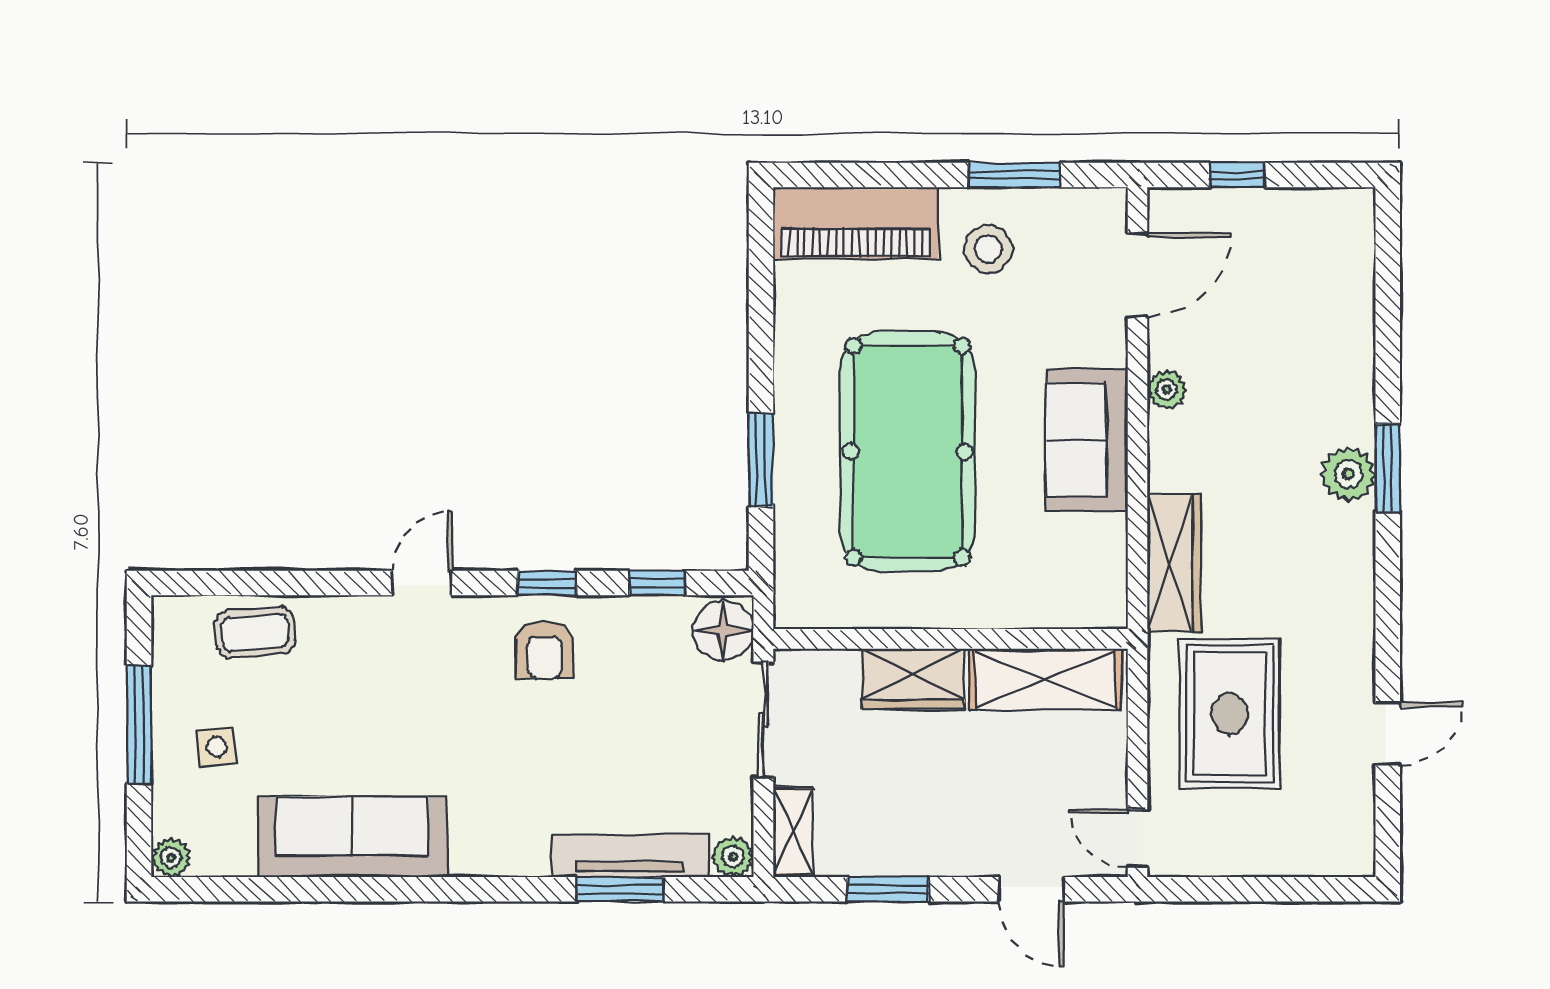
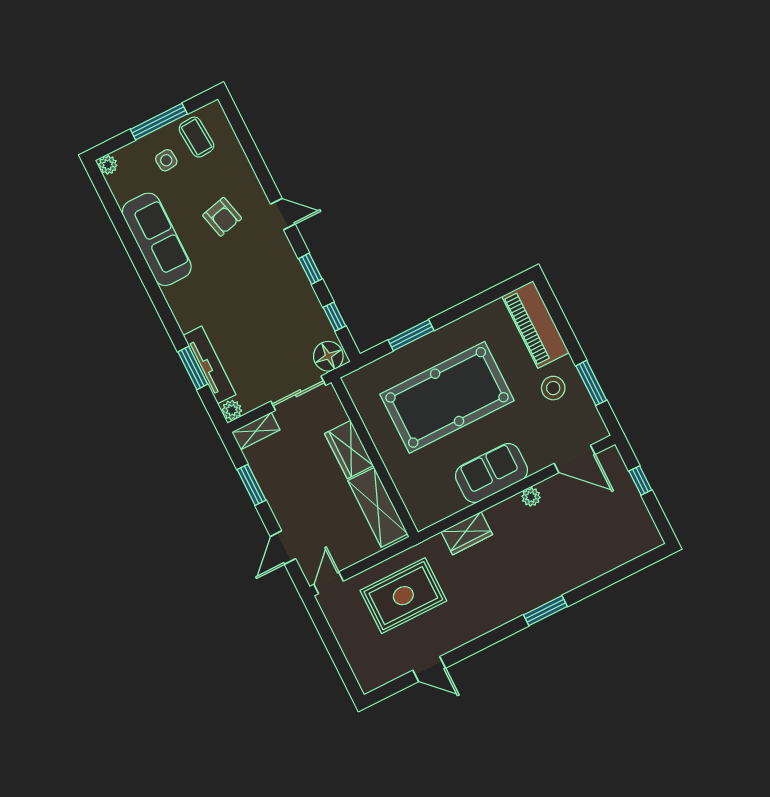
plant: (1348, 474) -> (534, 595), removed
wardrobe: (1174, 563) -> (467, 533), width x0.67
coffee table: (255, 632) -> (196, 137), moved
armchair: (545, 650) -> (222, 217), moved, turned -104

